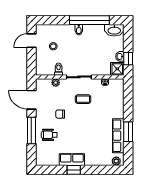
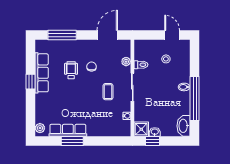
window: (31, 130) -> (62, 35), moved
wheelchair: (49, 135) -> (71, 70), moved
row of seats: (72, 160) -> (42, 73), width x1.48

